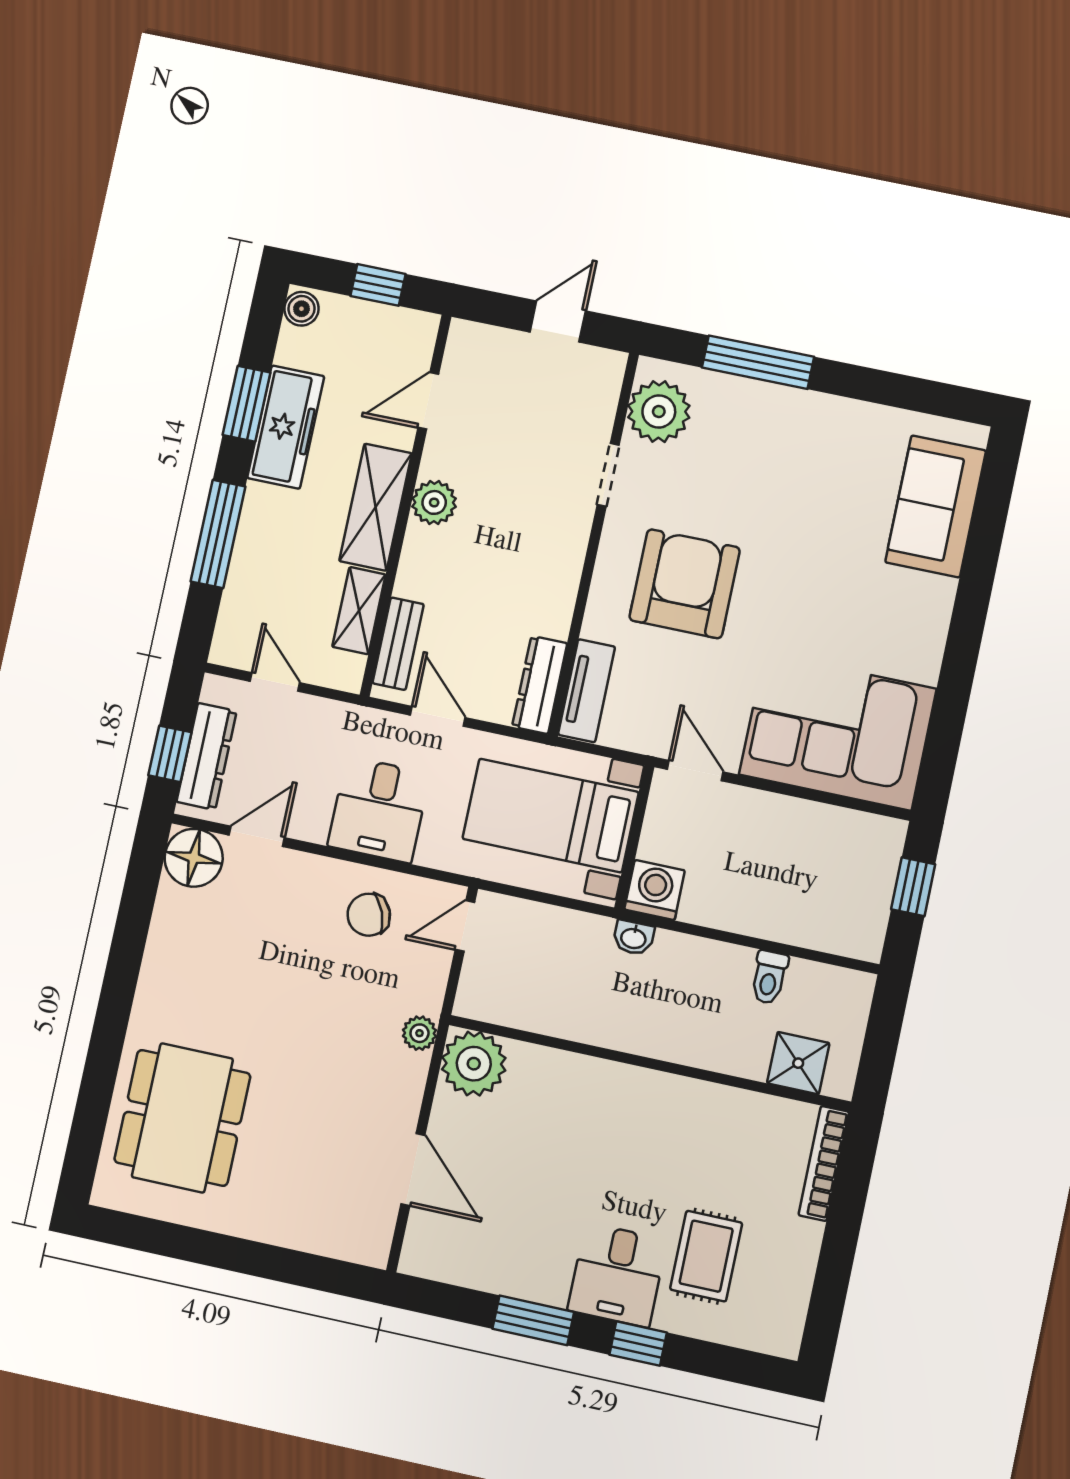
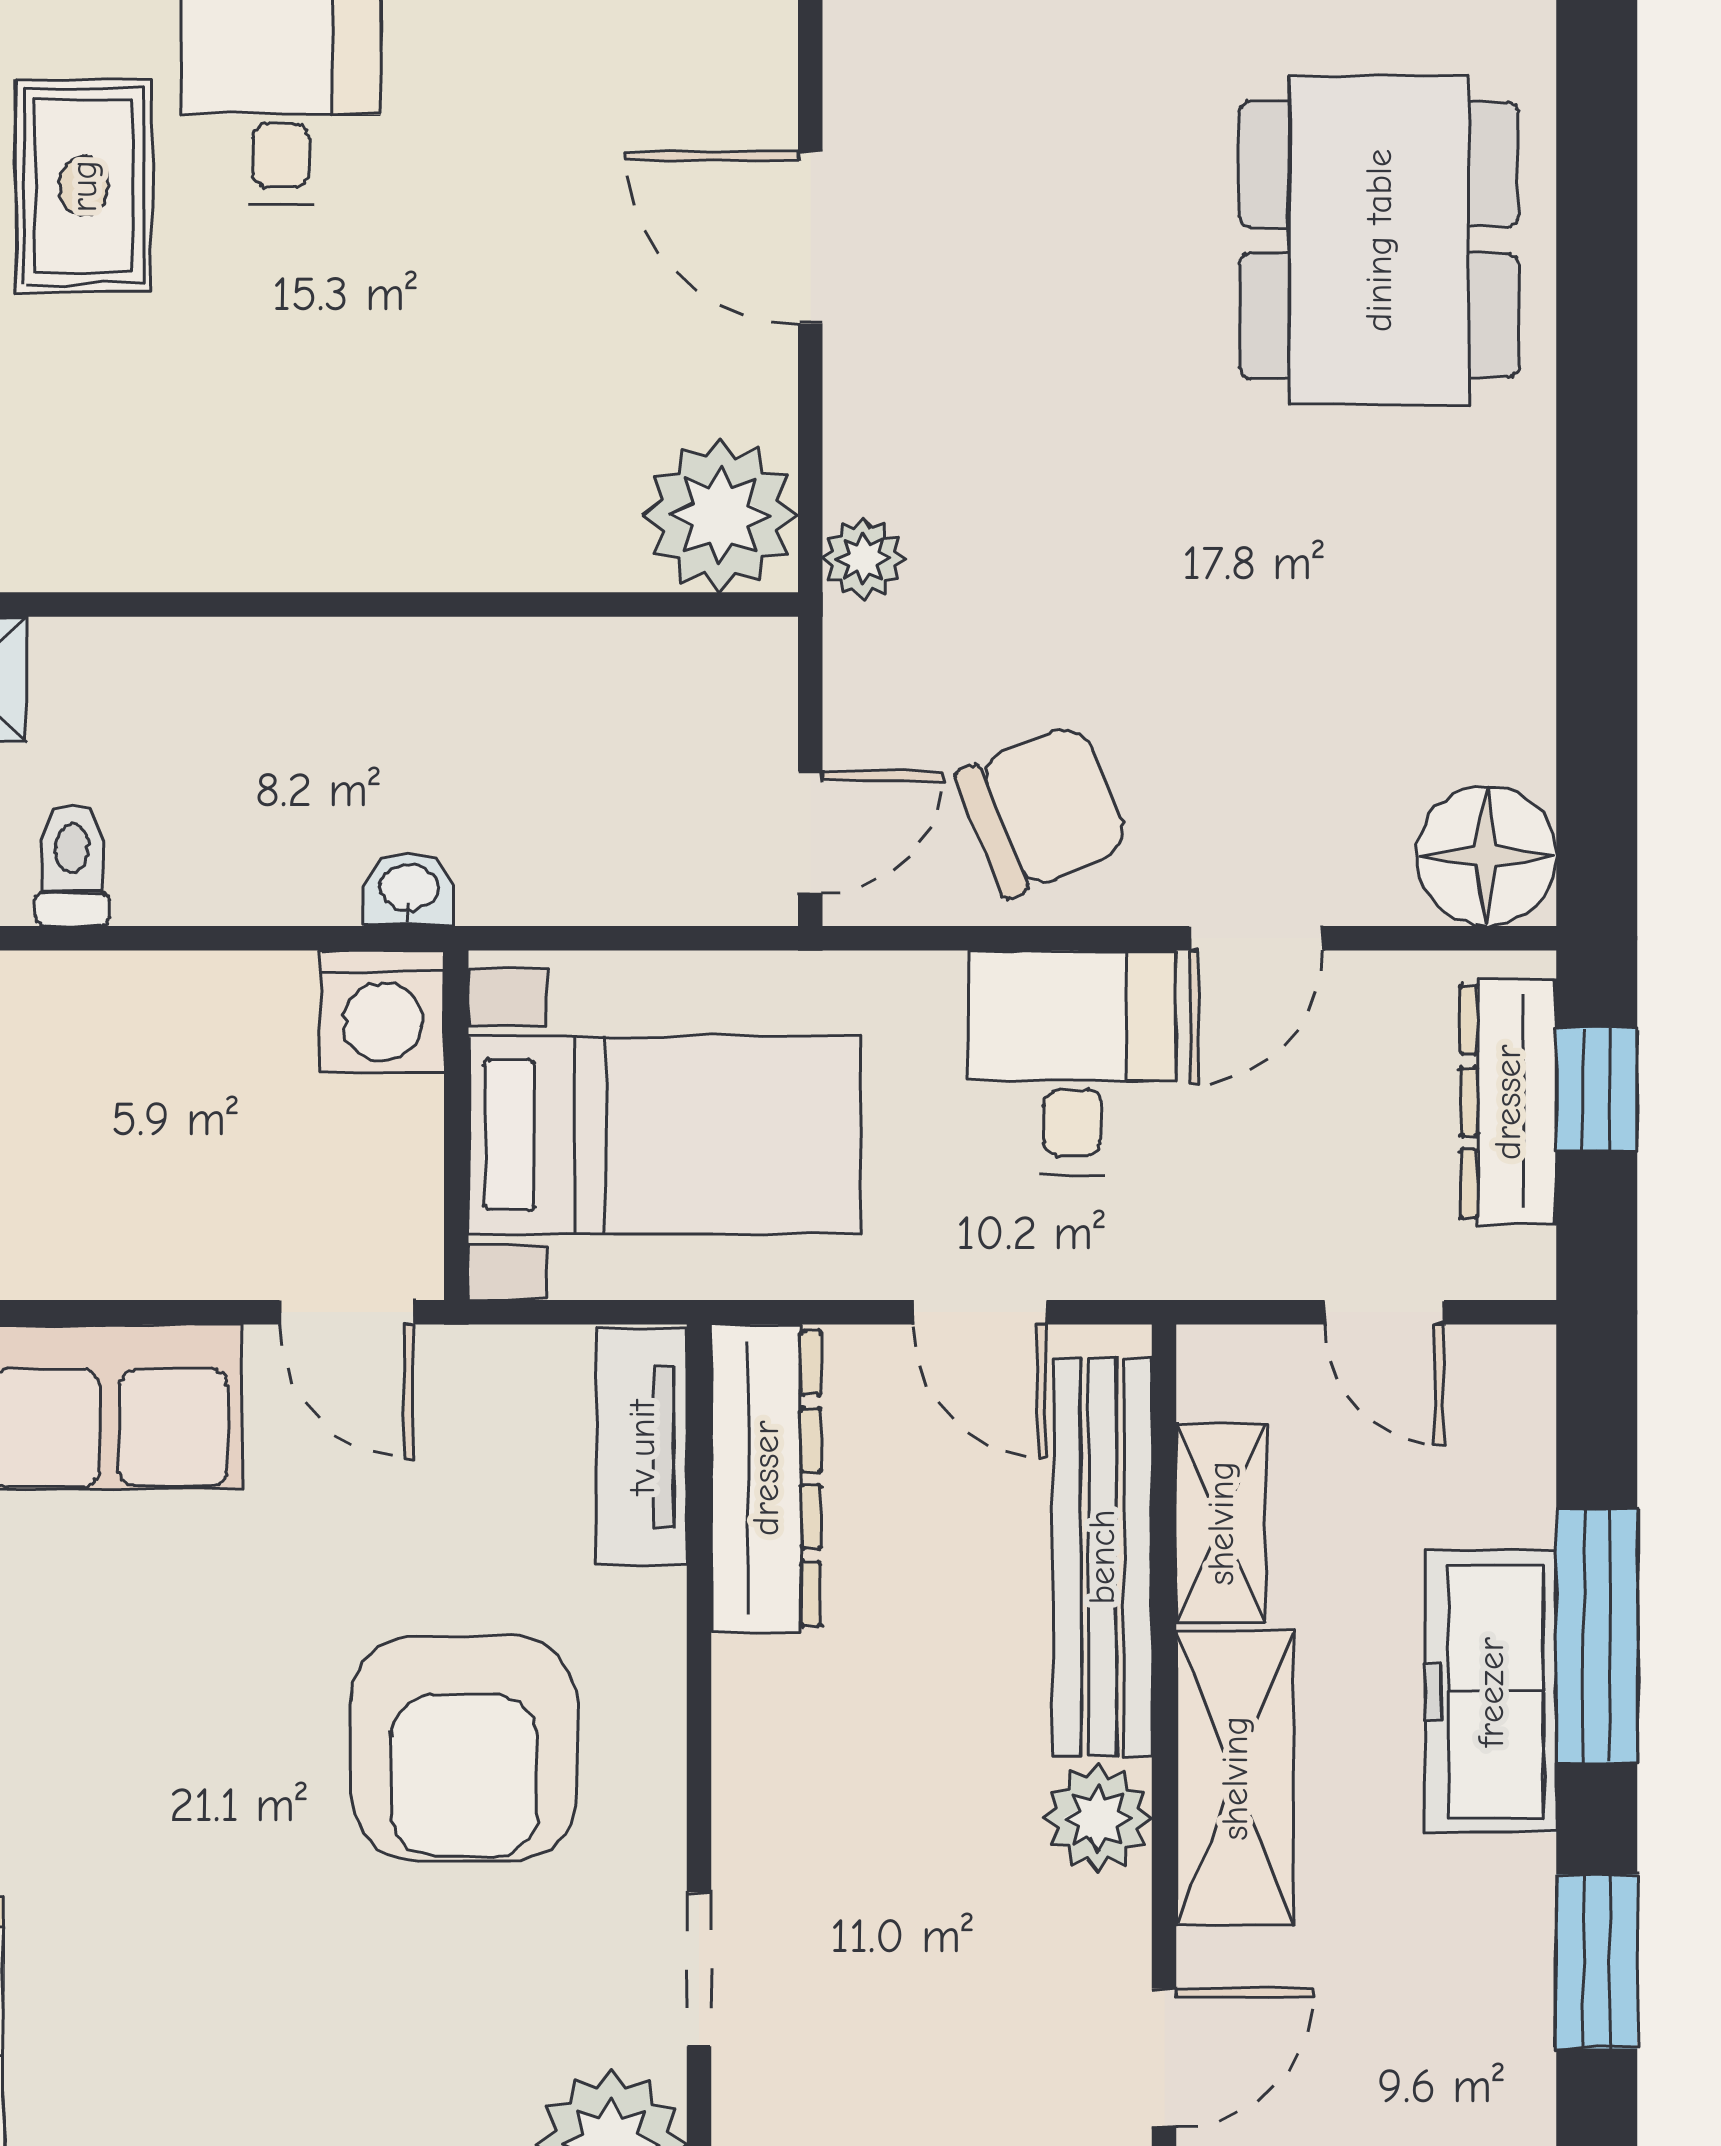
freezer: (286, 427) -> (1491, 1692), moved
bench: (398, 644) -> (1102, 1557), width x1.86, depth x1.21
dresser: (540, 685) -> (766, 1478), width x1.37, depth x1.24
door: (257, 836) -> (1256, 938), moved
chair: (369, 915) -> (1042, 810), width x1.37, depth x1.37

